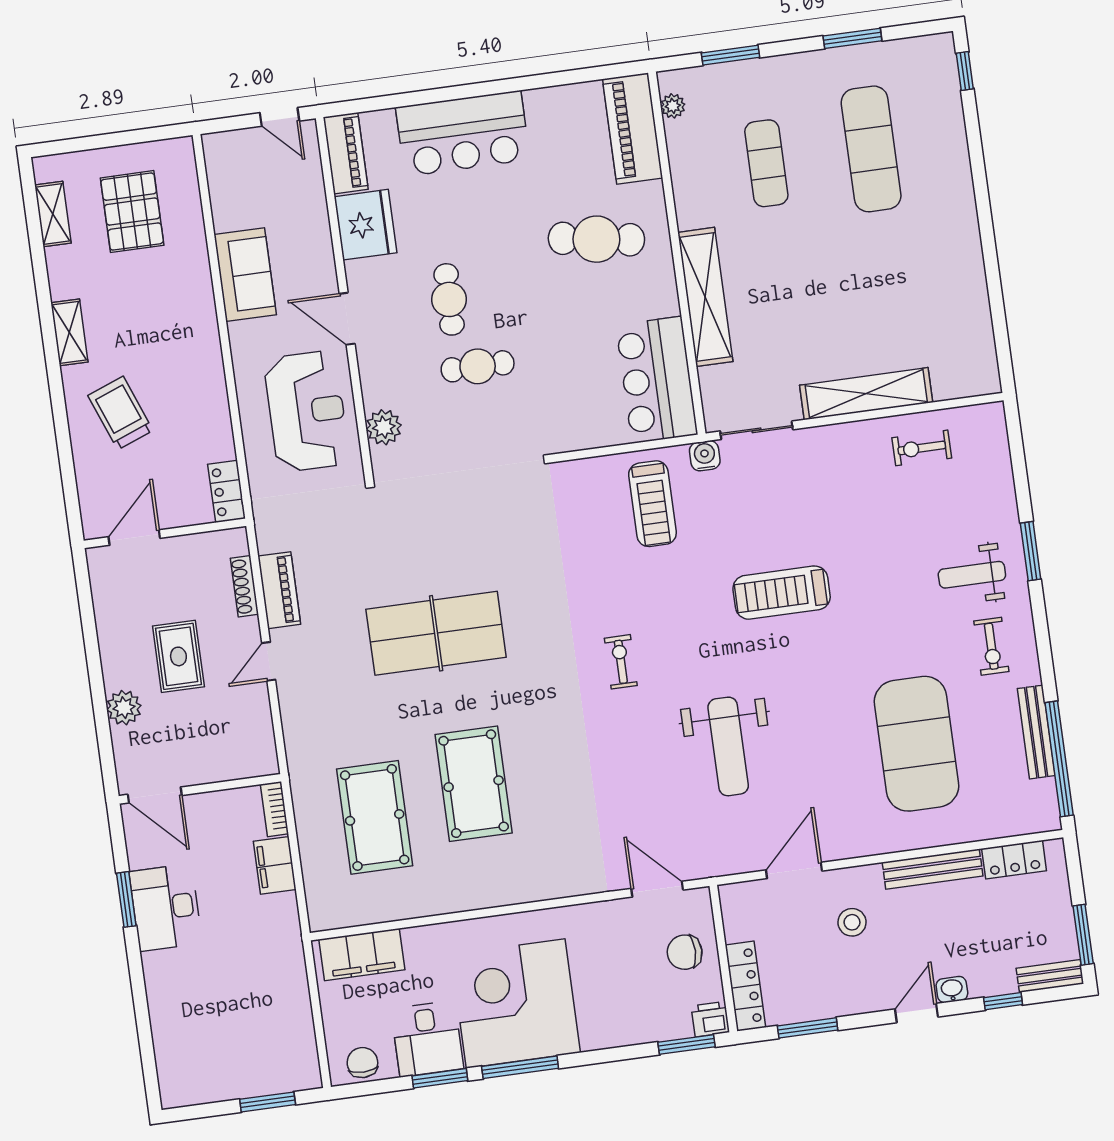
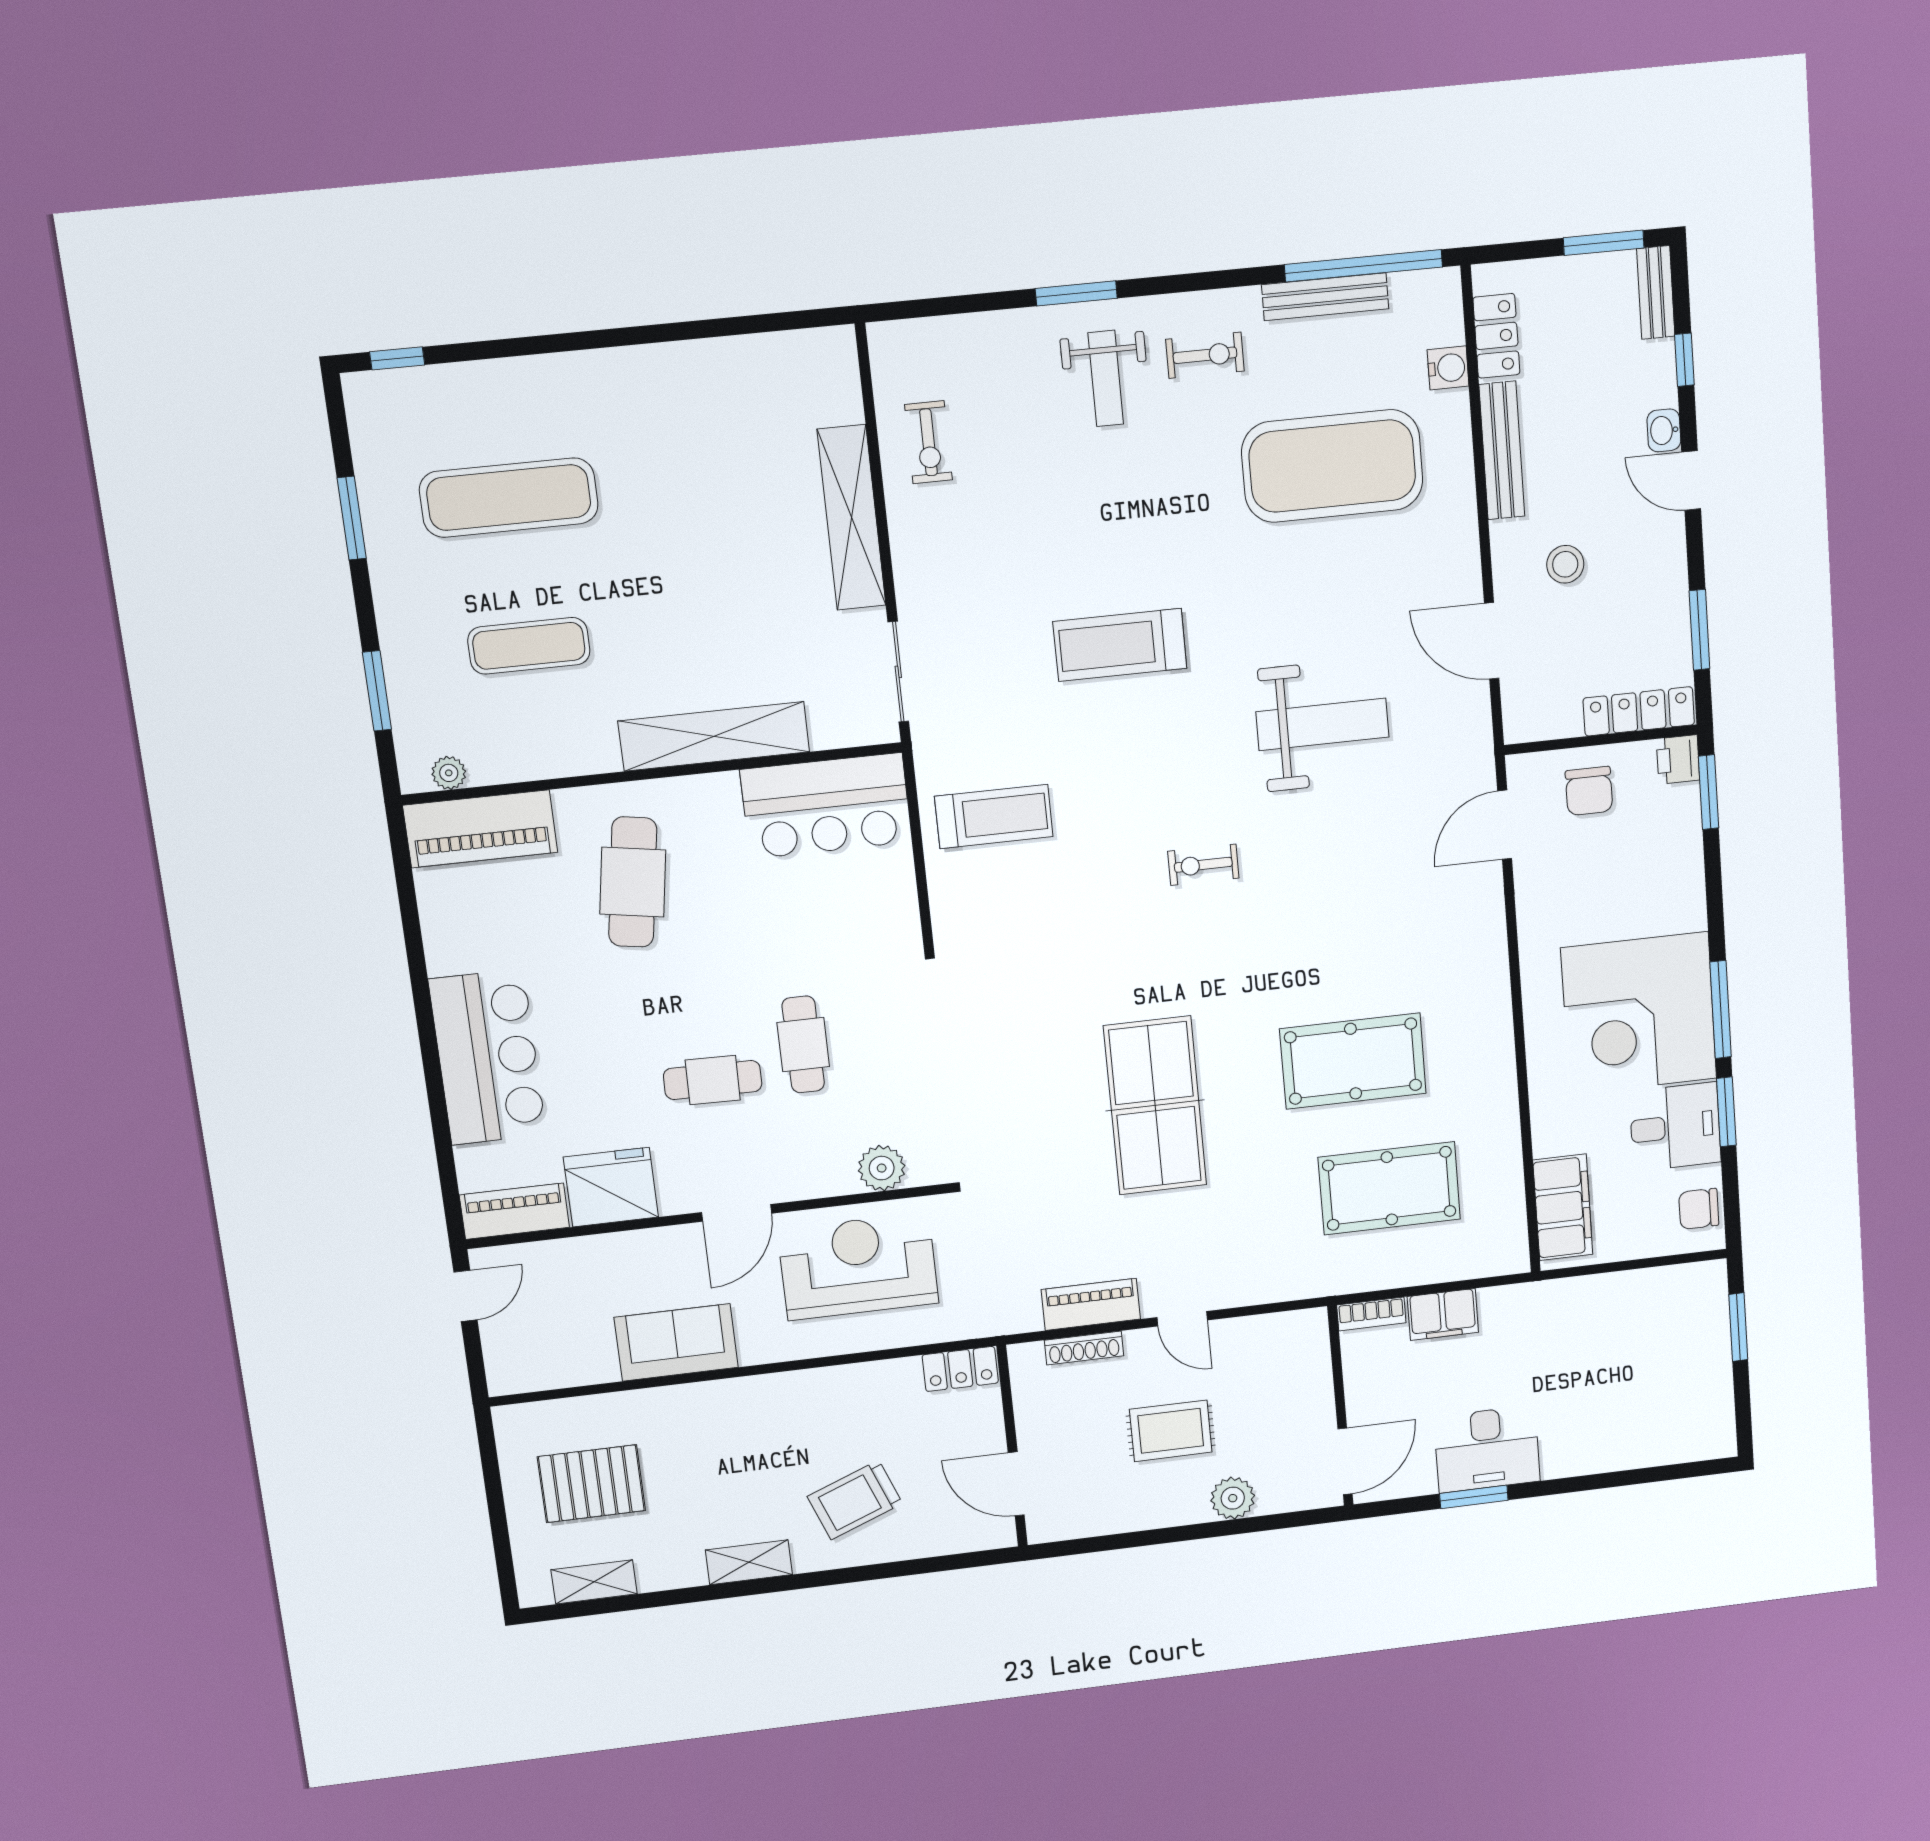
water cooler: (705, 456) -> (1448, 368), moved, turned 180
treadmill: (782, 593) -> (1120, 645), turned 90

